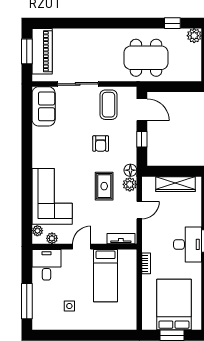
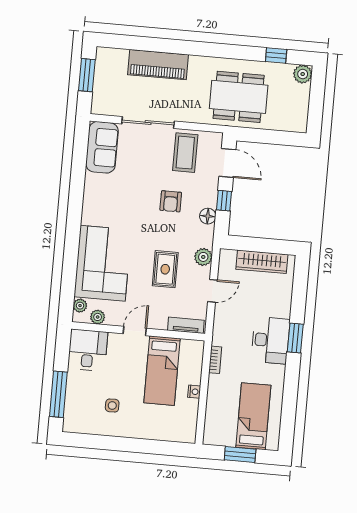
piano: (42, 51) -> (158, 65), moved, turned 90
floor lamp: (130, 170) -> (208, 216), moved
rug: (104, 186) -> (165, 269), moved
nightstand: (132, 290) -> (194, 392), added
bed: (174, 305) -> (253, 416), width x0.67

